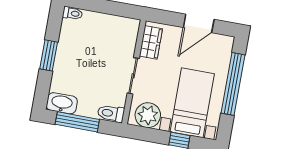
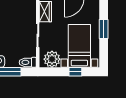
window: (233, 84) -> (104, 29), width x0.47

